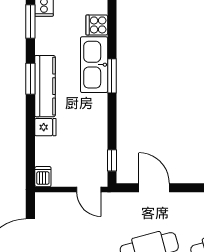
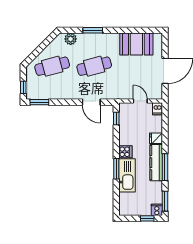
cooker: (97, 25) -> (125, 152), moved
window: (30, 79) -> (165, 167), width x1.44
door: (89, 190) -> (140, 101), moved

